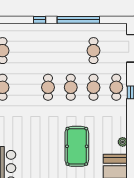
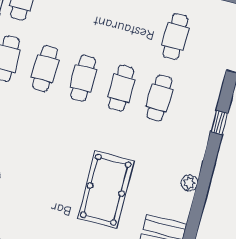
cafe table: (116, 87) -> (45, 68), moved
plant: (123, 142) -> (189, 183), moved

